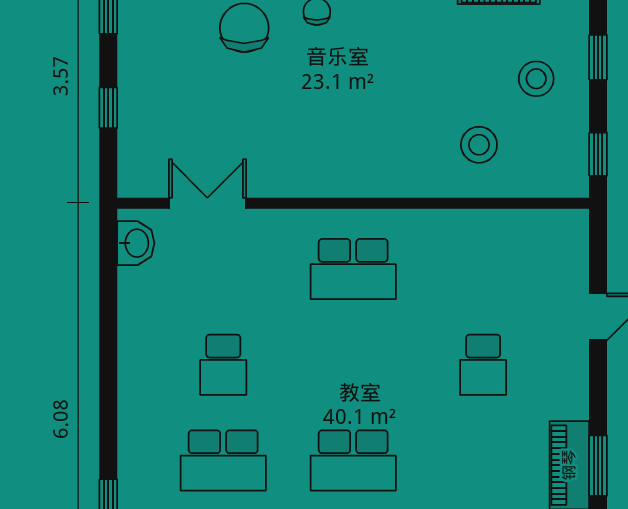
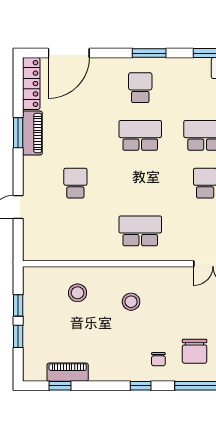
stool: (536, 79) -> (131, 302), moved
window: (598, 154) -> (18, 305), moved

